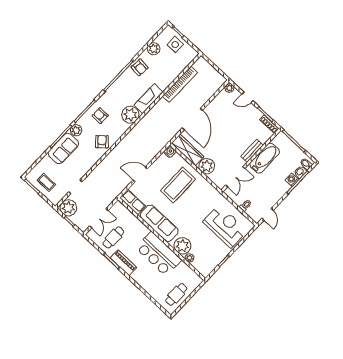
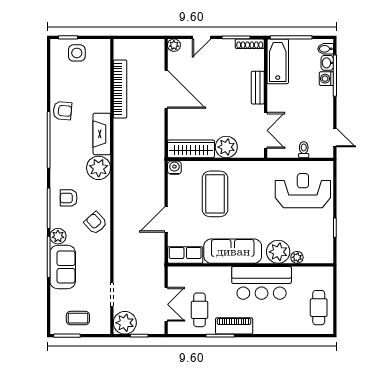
plant: (154, 49) -> (59, 78), removed
door: (192, 119) -> (166, 89), moved
bathtub: (265, 158) -> (278, 61), moved

